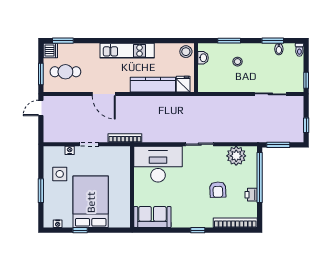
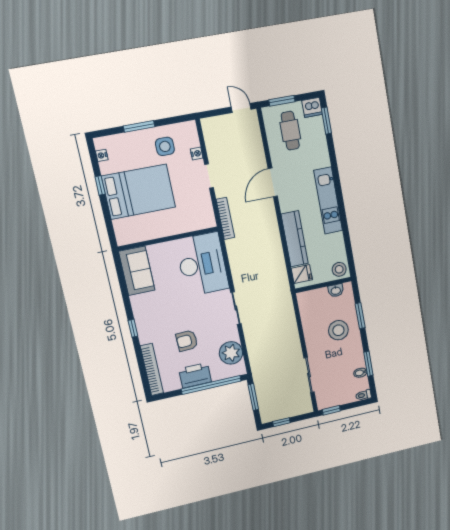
stool: (238, 62) -> (338, 330), width x1.89, depth x1.89
printer: (251, 195) -> (195, 375), width x1.87, depth x1.48

